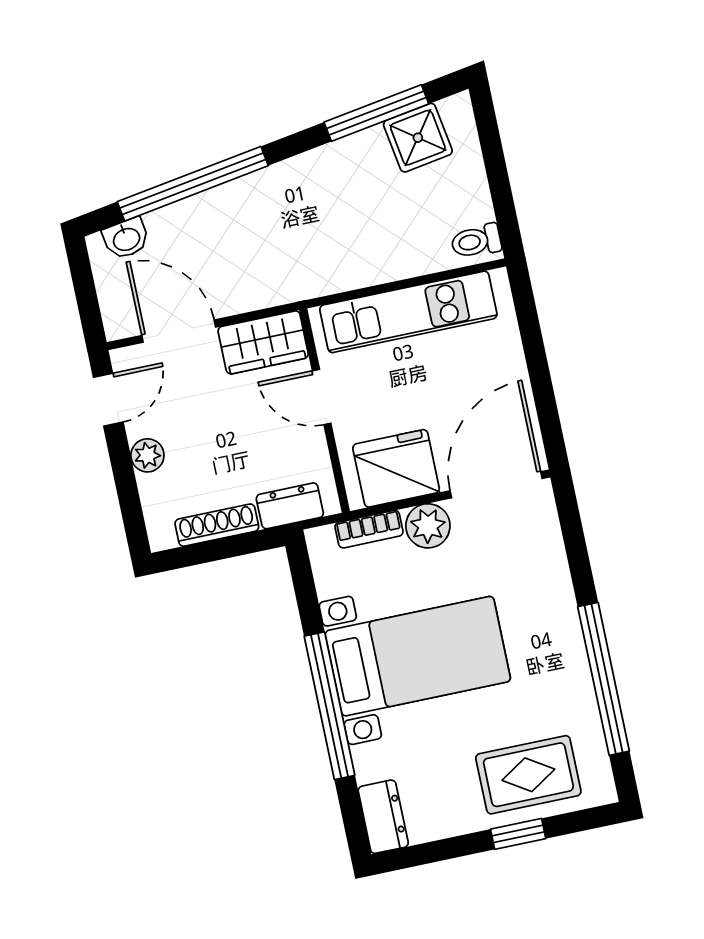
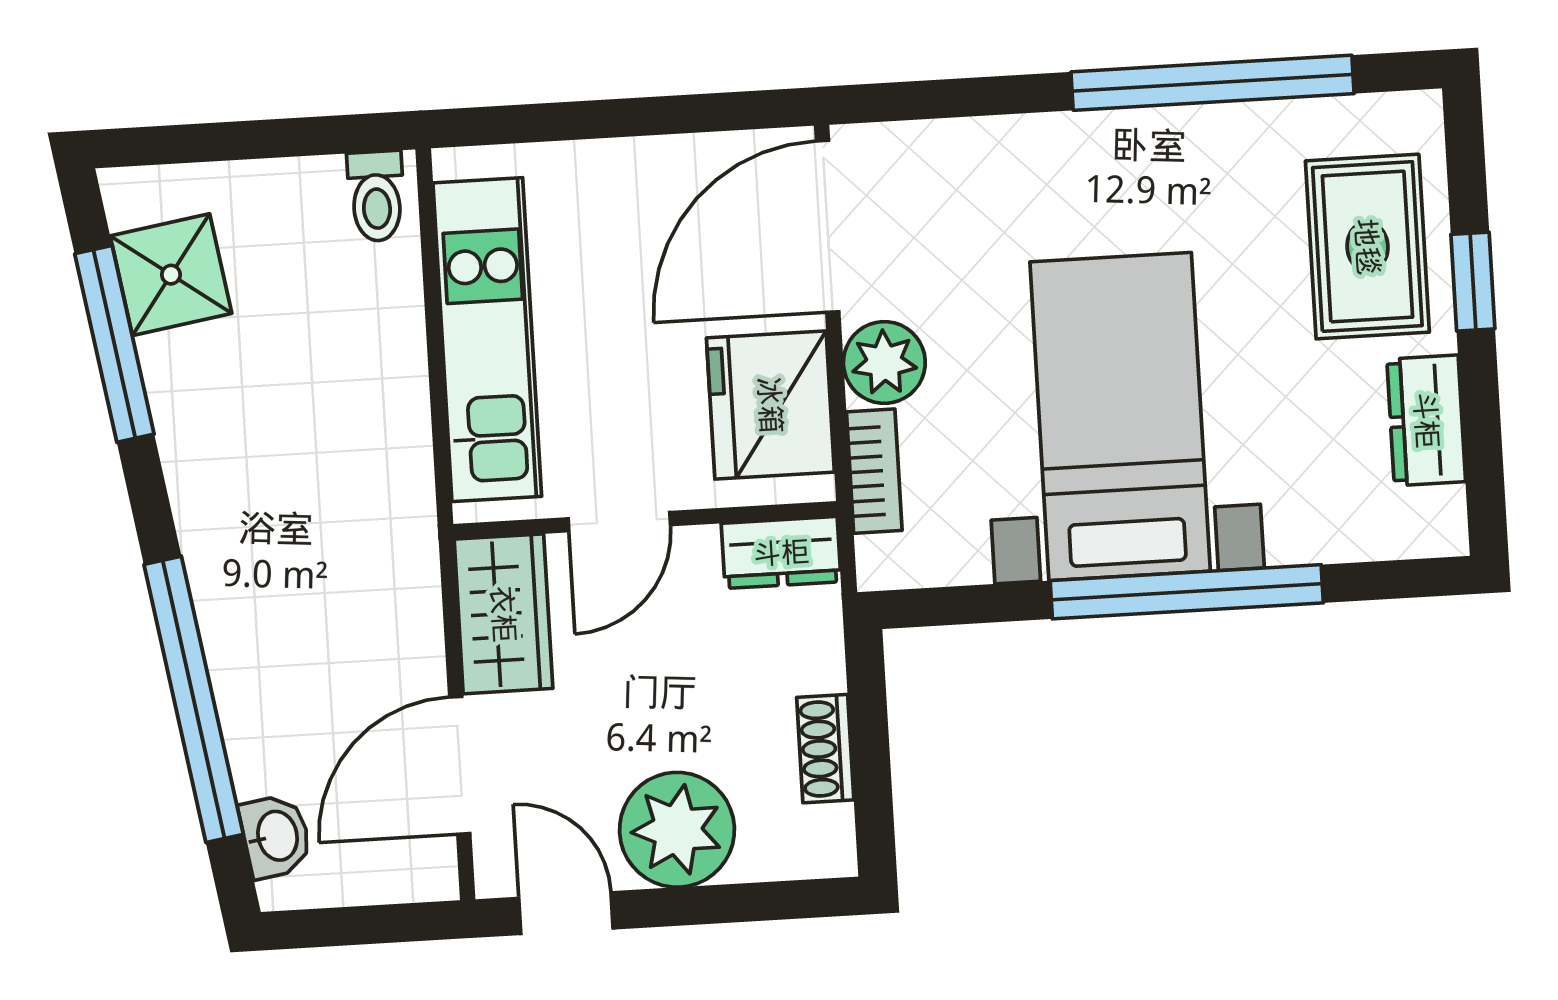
plant: (147, 455) -> (677, 830), width x1.88, depth x1.88
door: (496, 485) -> (828, 226), hinge flipped
dresser: (290, 506) -> (781, 553), moved, turned -90
shoe rack: (217, 525) -> (825, 749), width x0.70
dresser: (383, 817) -> (1426, 420), moved, turned -90

